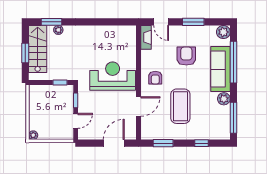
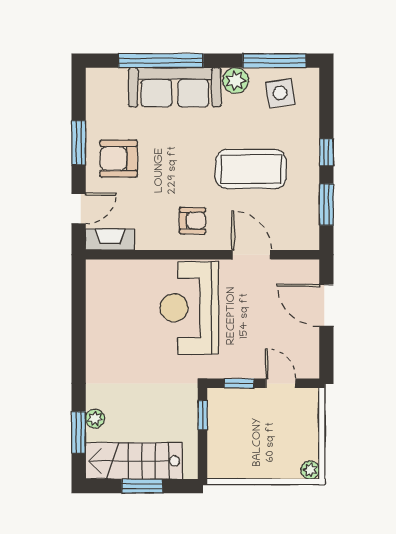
plant: (223, 32) -> (99, 81), removed
armchair: (186, 56) -> (119, 159), moved
side table: (218, 120) -> (280, 93), added
window: (201, 143) -> (326, 152), moved

